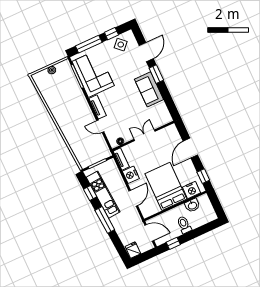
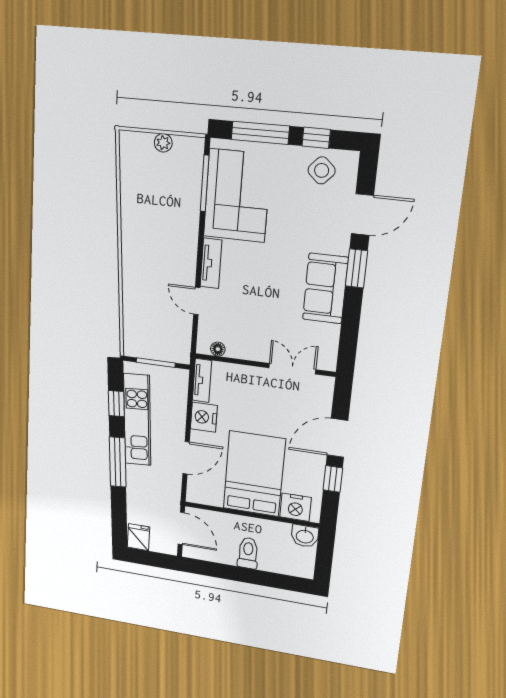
double door: (145, 135) -> (292, 369), moved
window: (203, 176) -> (333, 479), moved
washbasin: (192, 205) -> (305, 536), moved
window: (173, 243) -> (212, 569), removed

